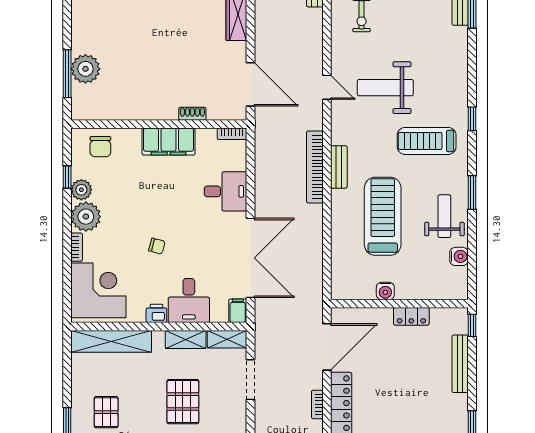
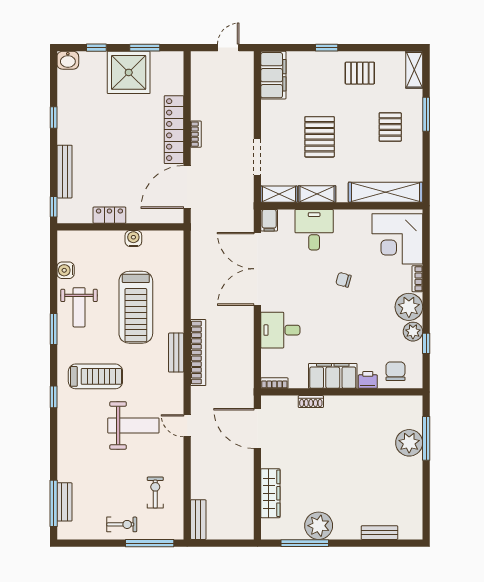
printer: (156, 313) -> (368, 380), moved, turned 180

